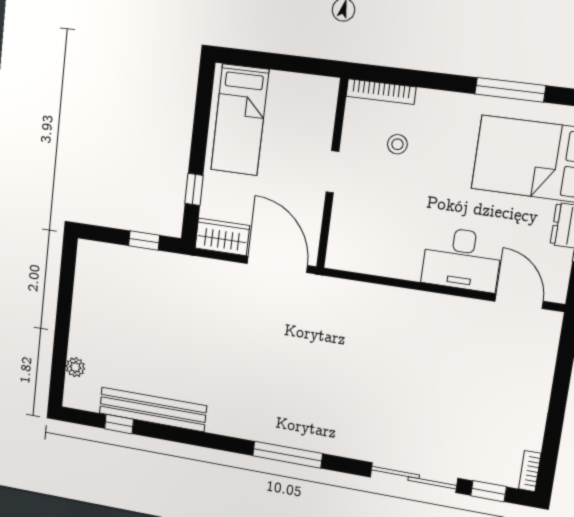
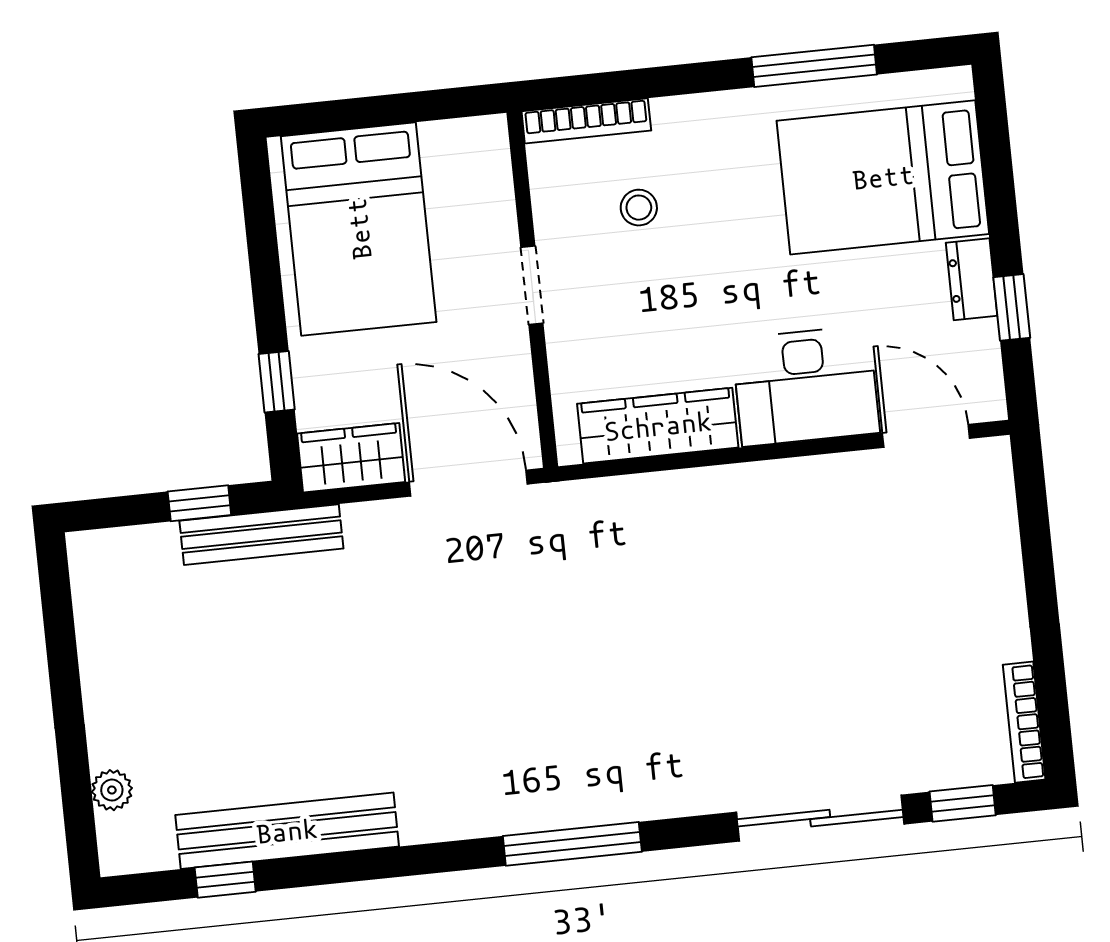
bed: (240, 120) -> (359, 229), width x1.50
wardrobe: (380, 260) -> (658, 426), added
bench: (171, 264) -> (261, 535), added
bookcase: (530, 471) -> (1024, 722), width x1.56

